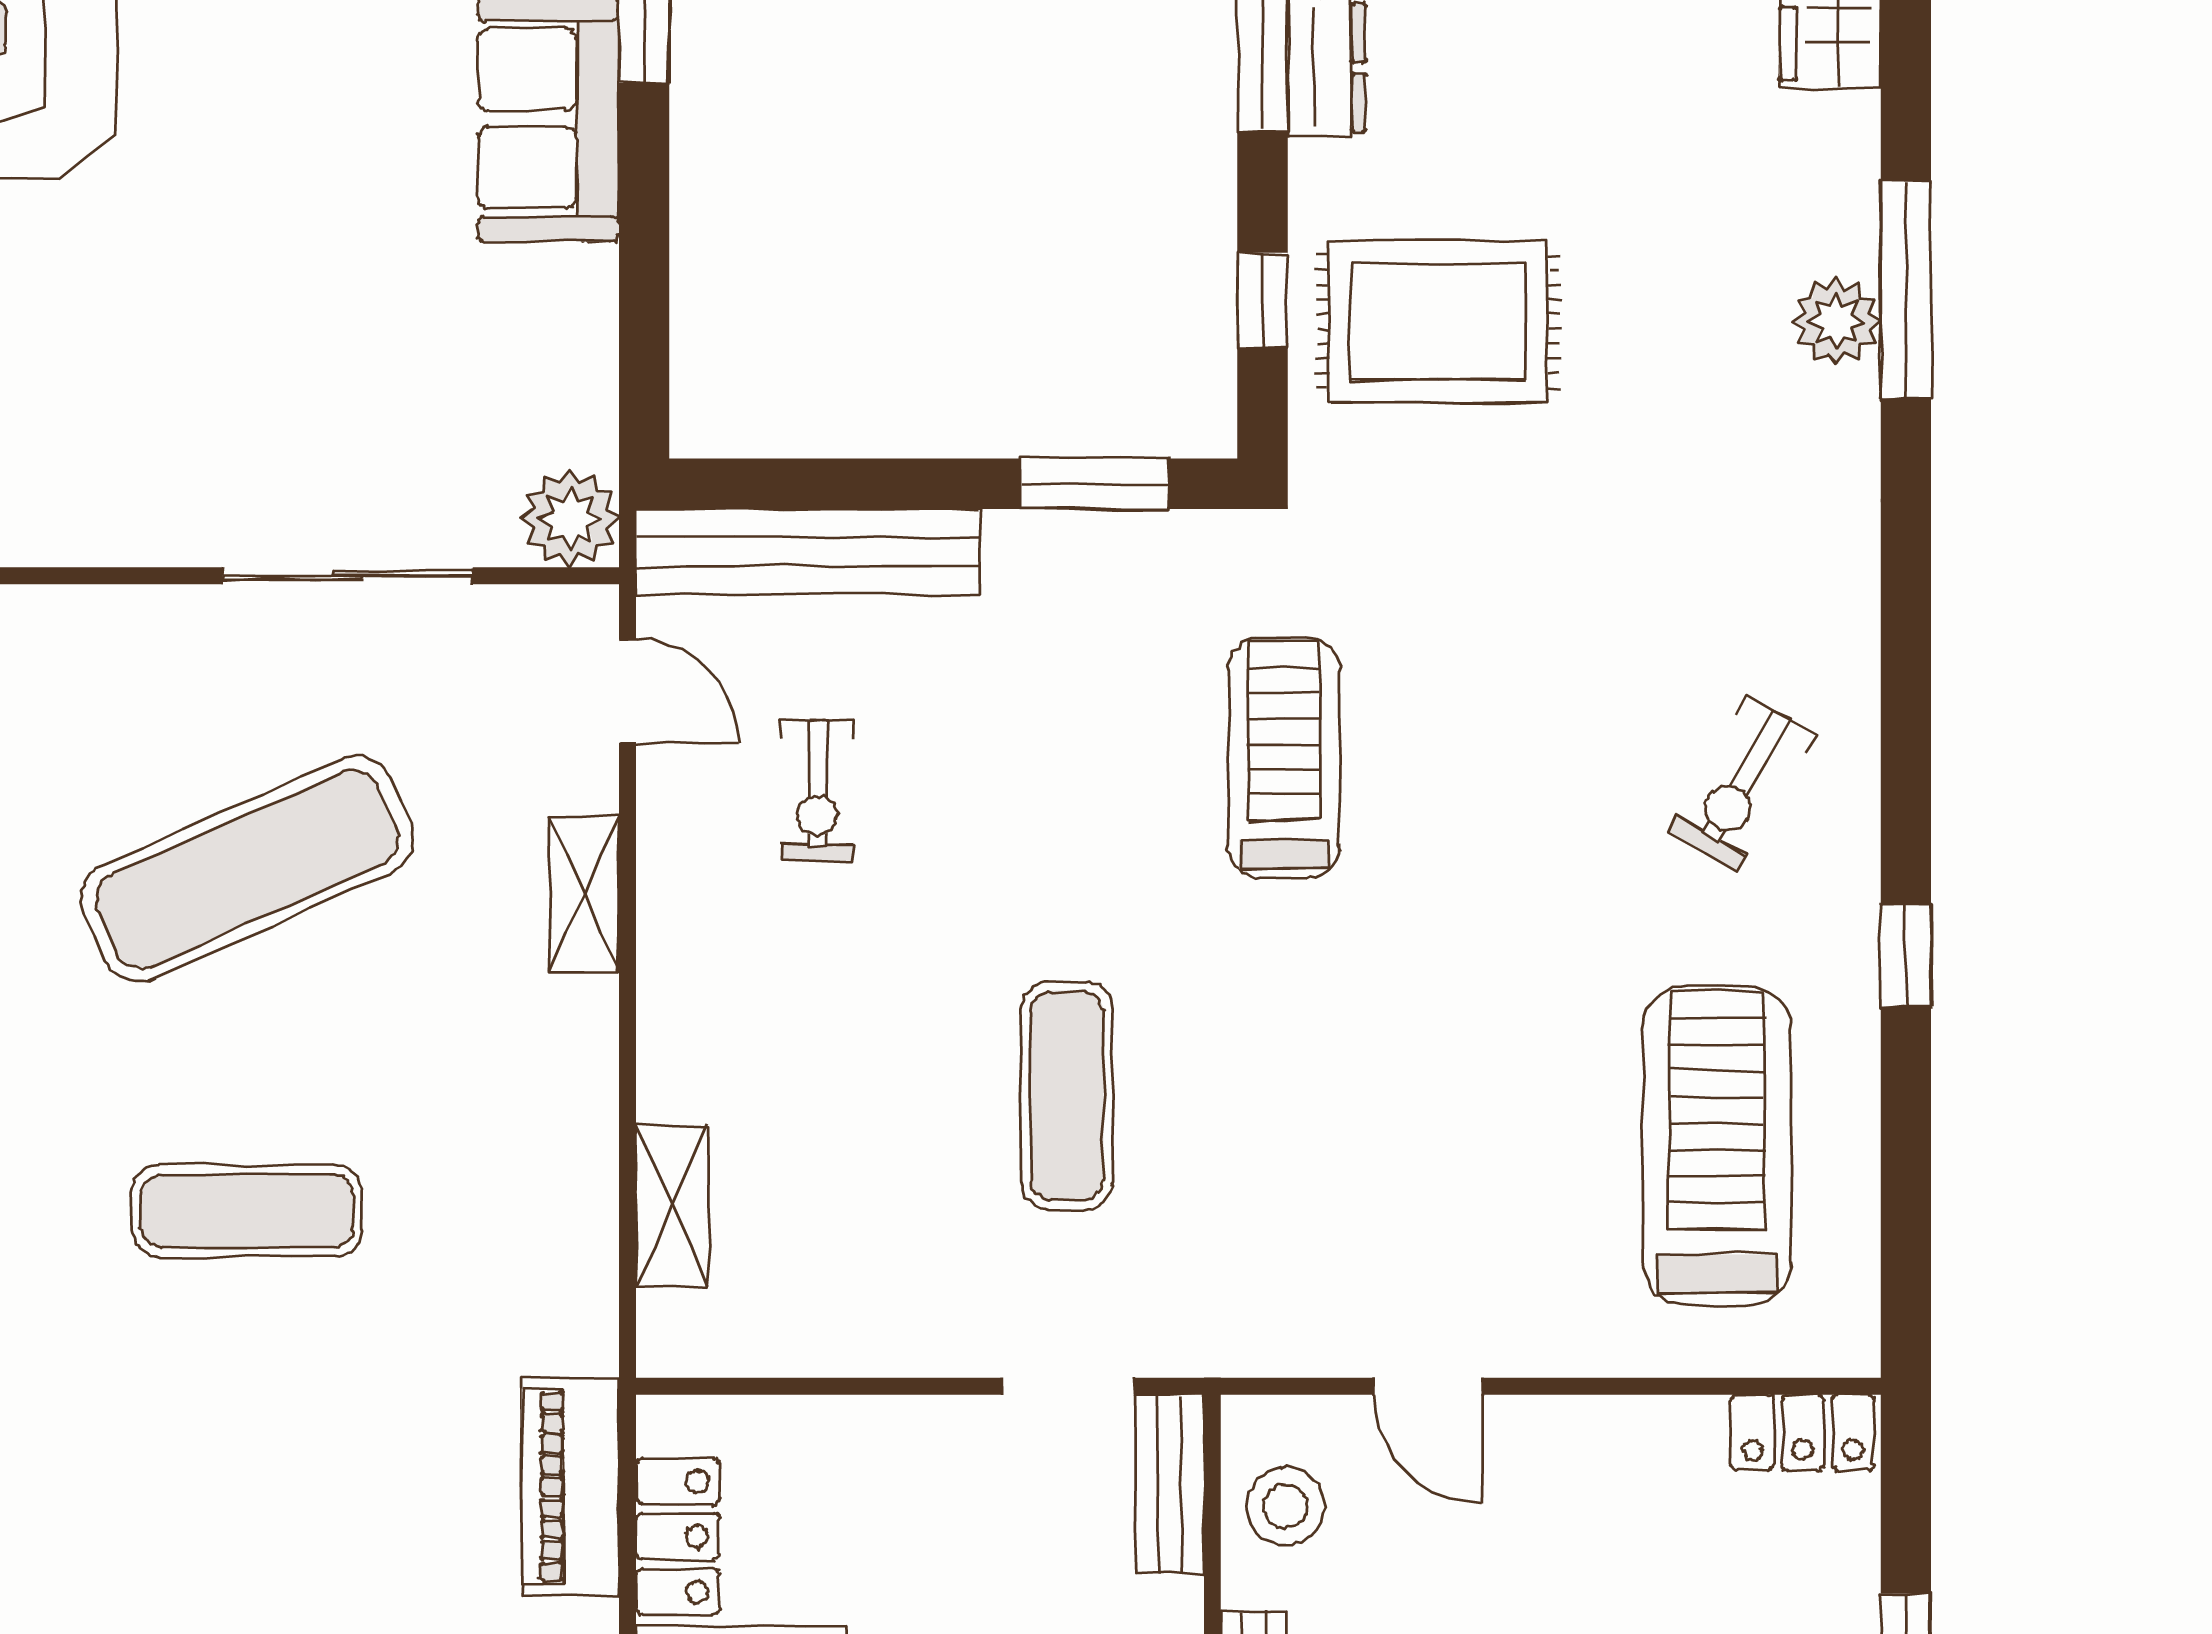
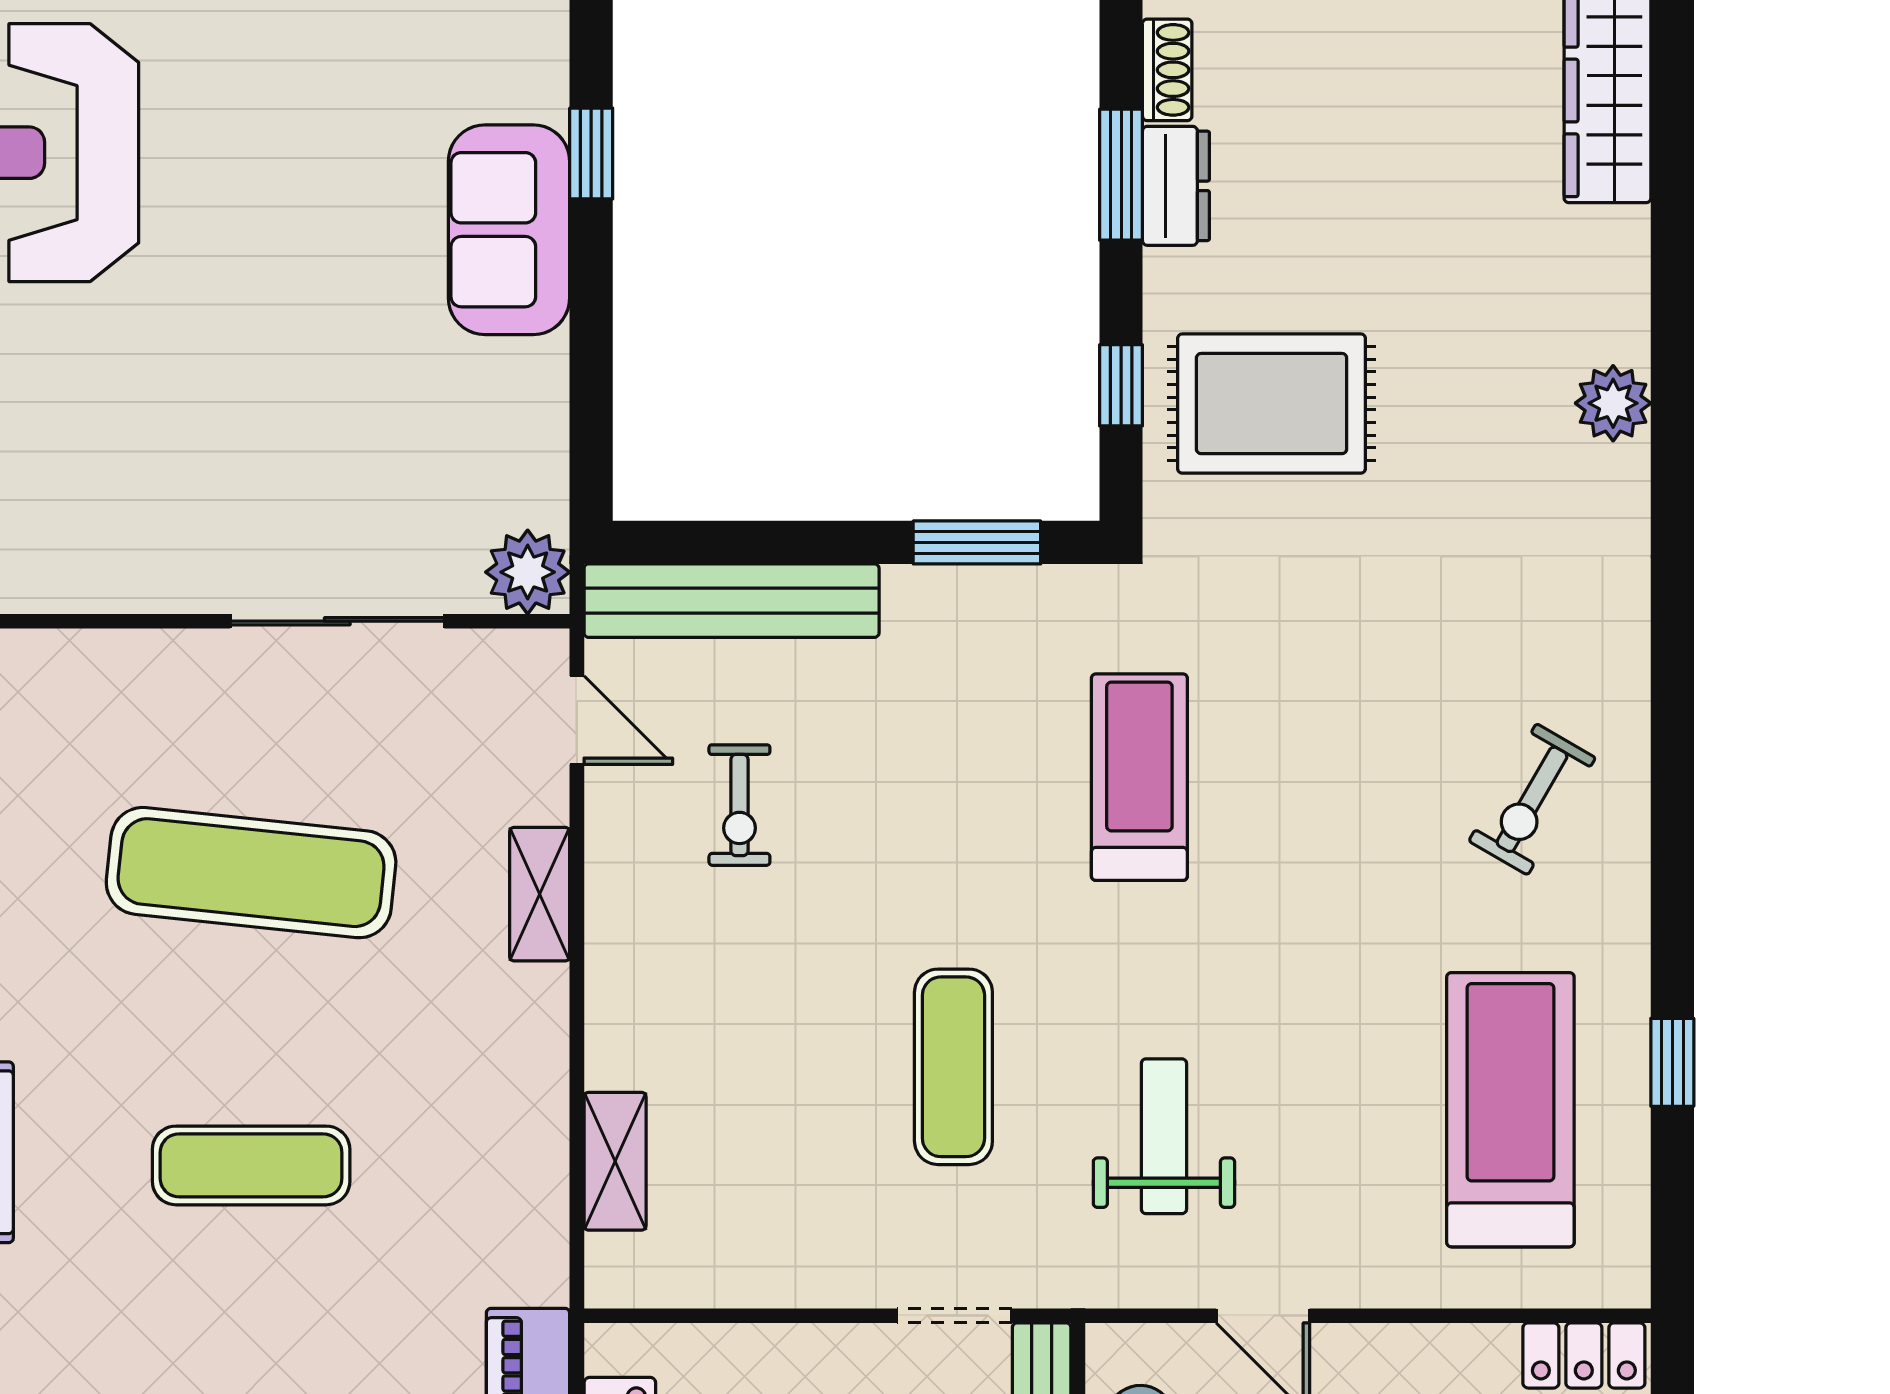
window: (1906, 290) -> (1672, 376), removed
exercise mat: (247, 869) -> (251, 873), turned 30
window: (1906, 955) -> (1672, 1062), moved
weight bench: (1313, 1177) -> (1164, 1136), added

